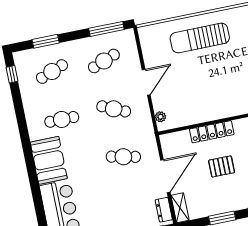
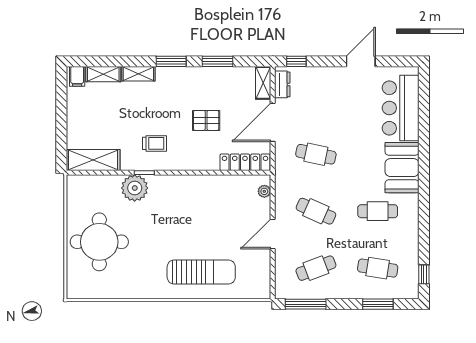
cafe table: (52, 72) -> (378, 268), turned 30
locker: (212, 132) -> (245, 162), moved

